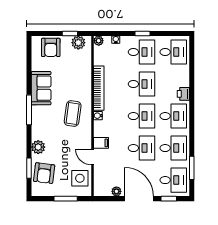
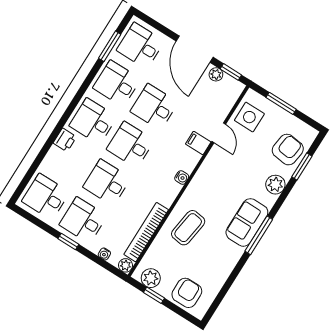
sofa: (41, 88) -> (247, 222), moved
bookcase: (99, 88) -> (146, 232), moved
coffee table: (73, 113) -> (188, 228), moved
window: (169, 199) -> (231, 72), moved

